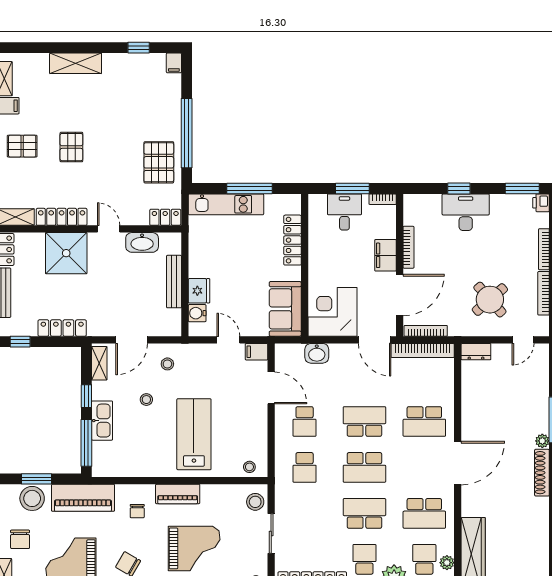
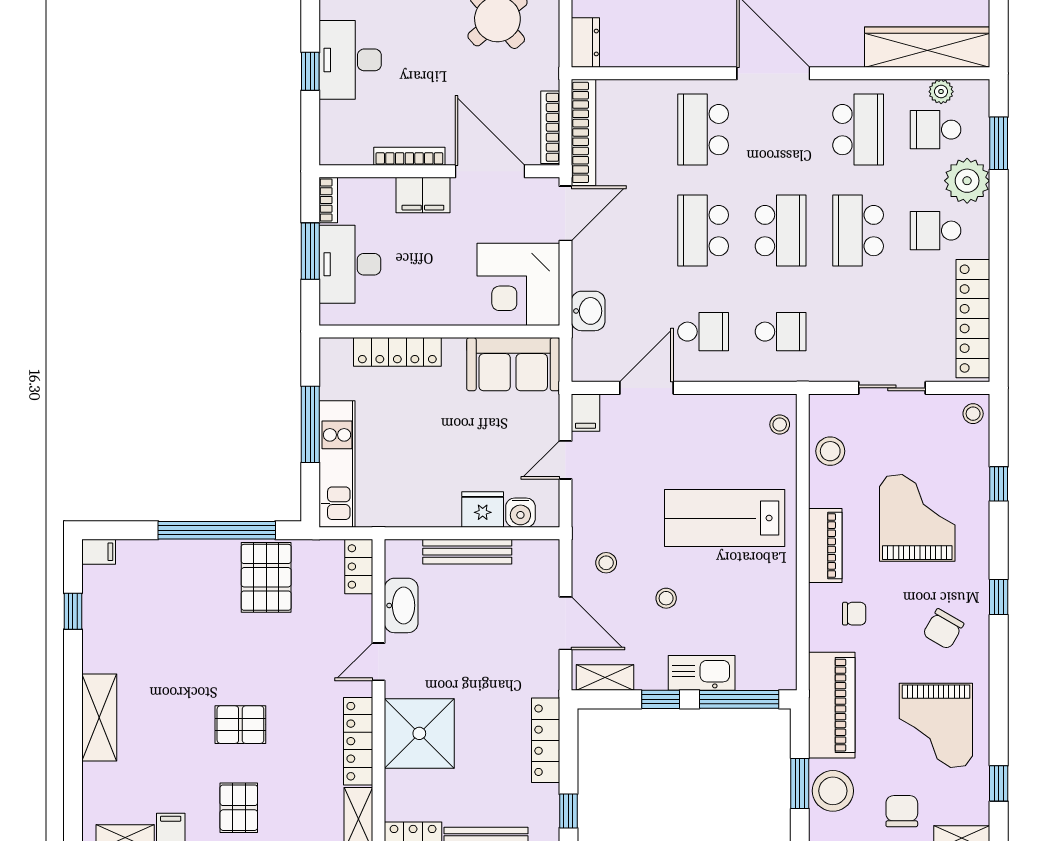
pallet: (159, 162) -> (266, 577), turned 90
desk: (344, 212) -> (350, 264), width x1.37
school desk: (424, 421) -> (703, 130), turned 180
stool: (255, 502) -> (830, 451), moved
chair: (20, 539) -> (902, 811), turned -90

